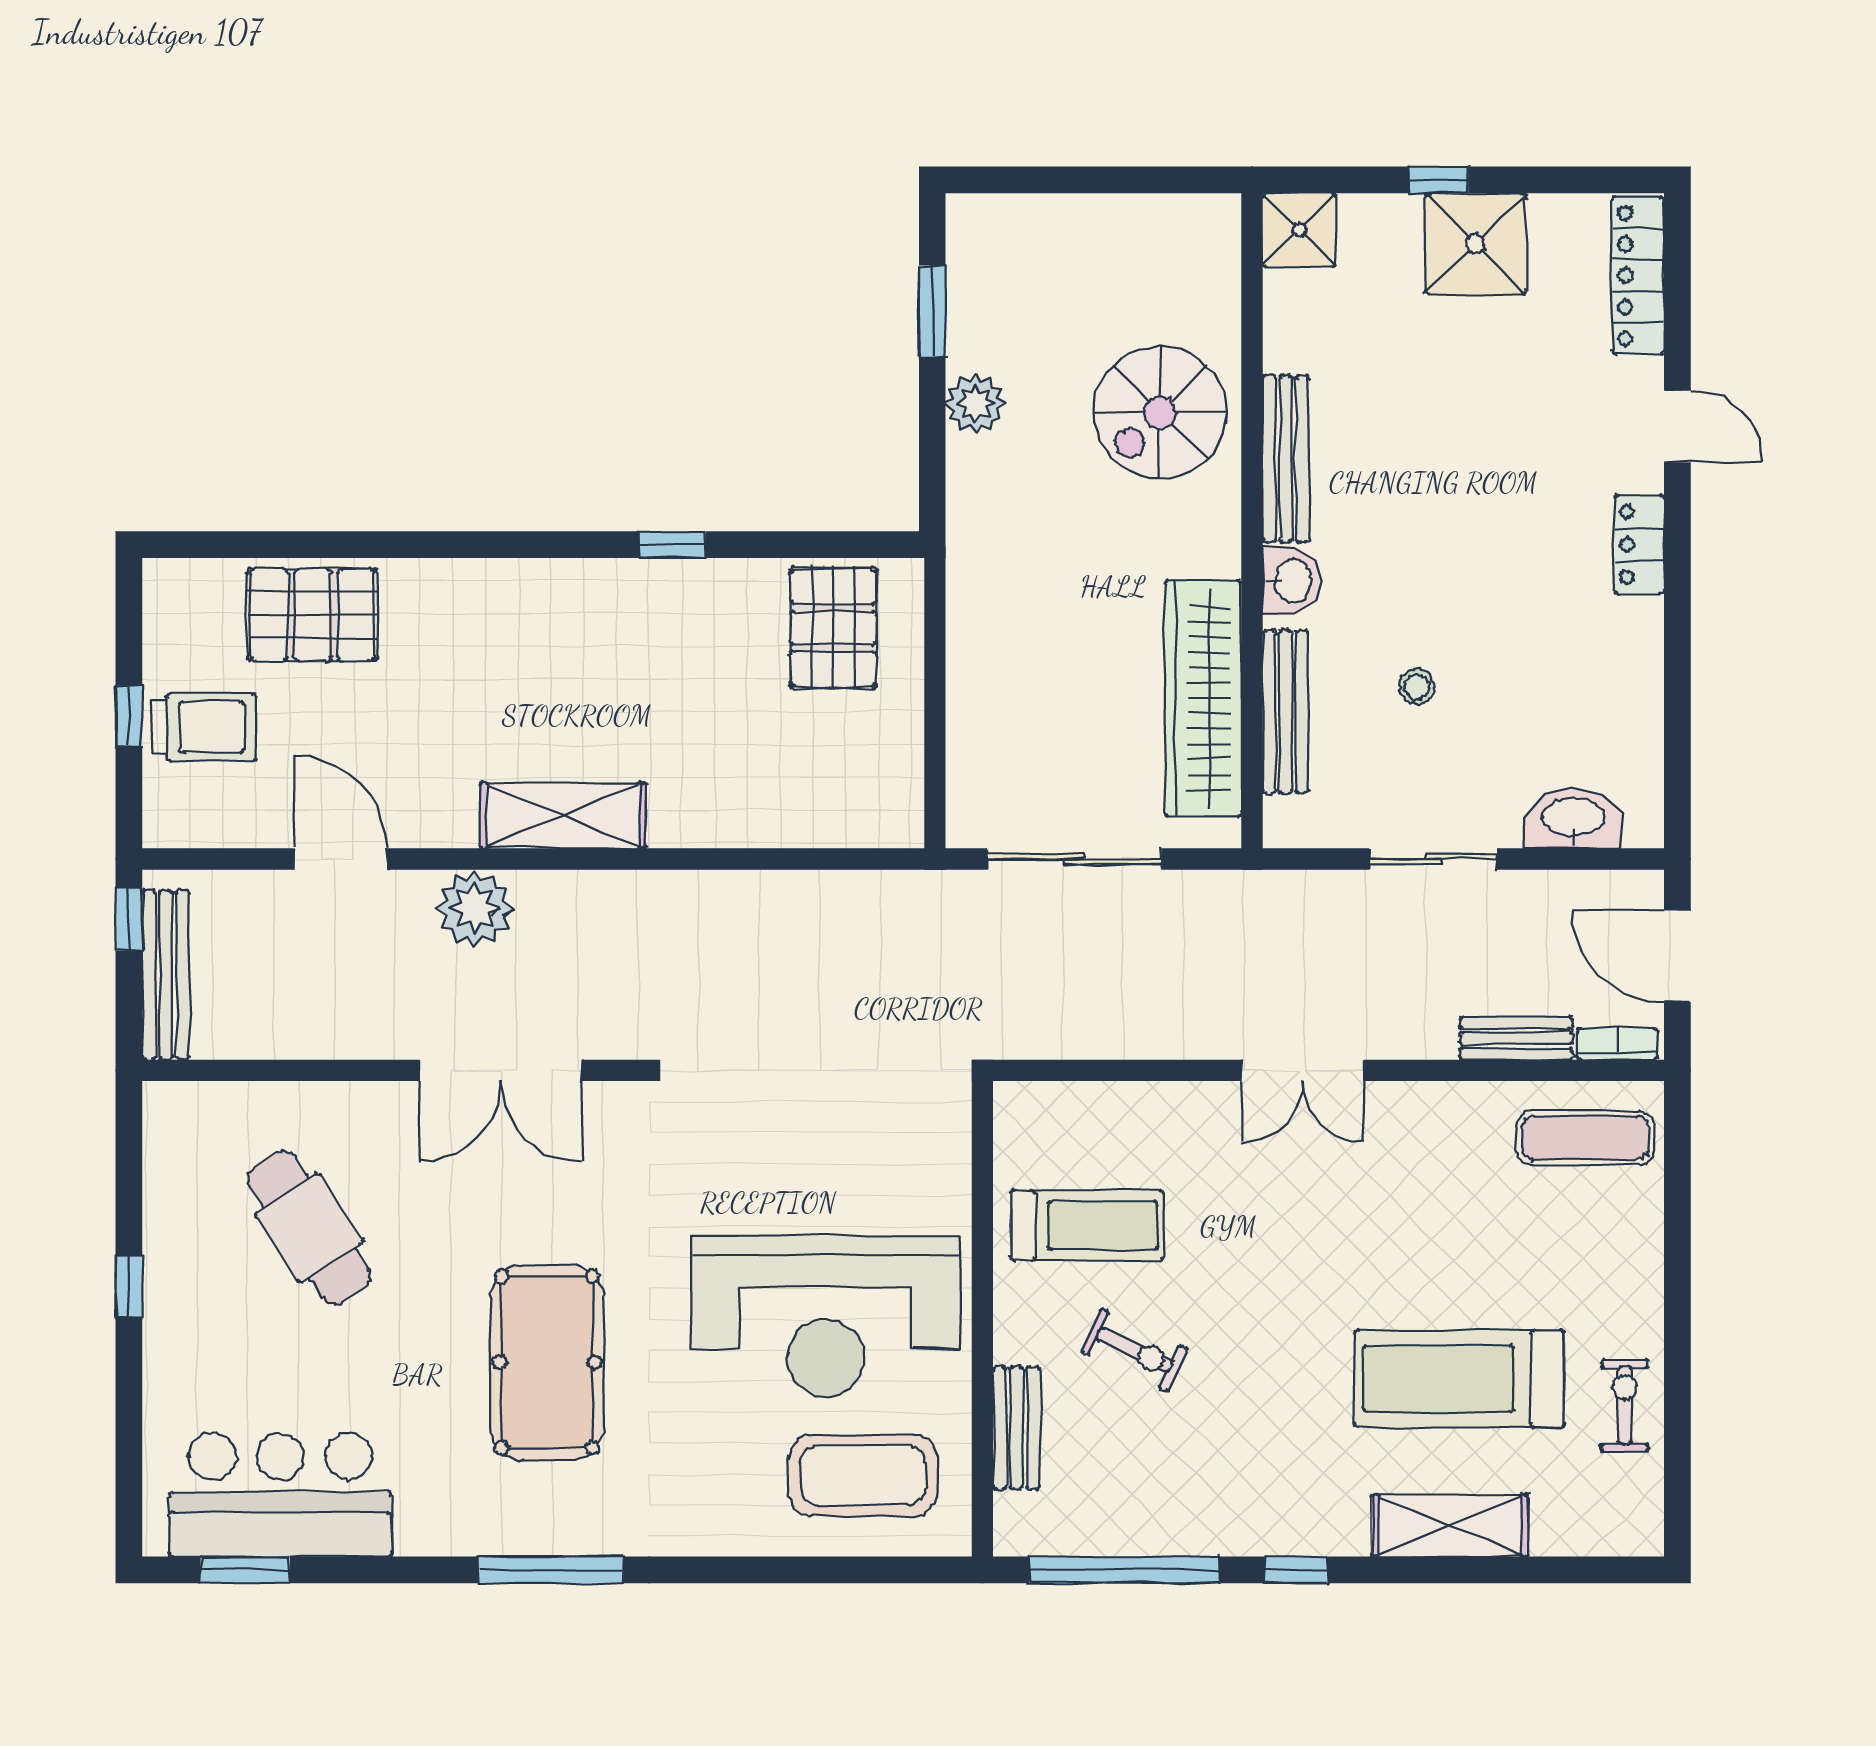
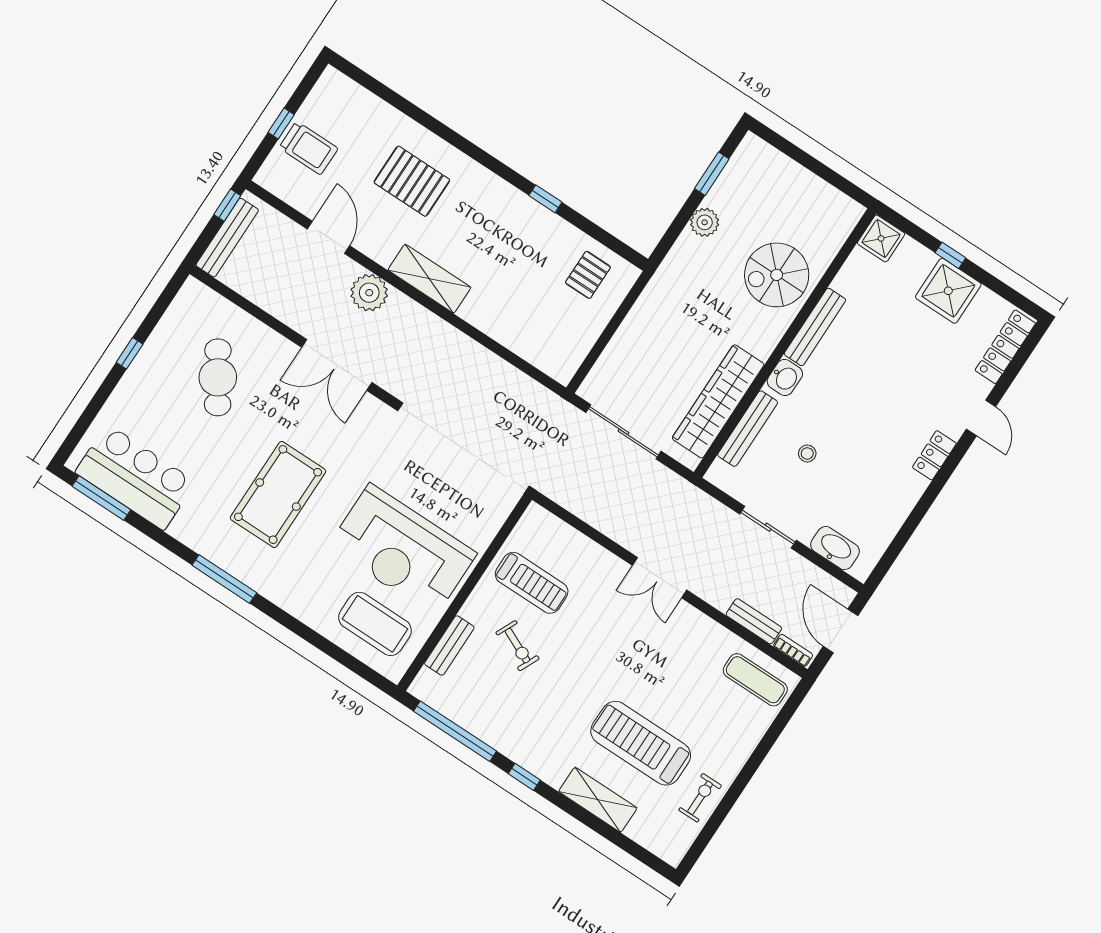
pallet: (313, 615) -> (412, 181), moved
pallet: (833, 628) -> (588, 275), width x0.67, depth x0.71
window: (245, 1570) -> (101, 498), width x1.44

